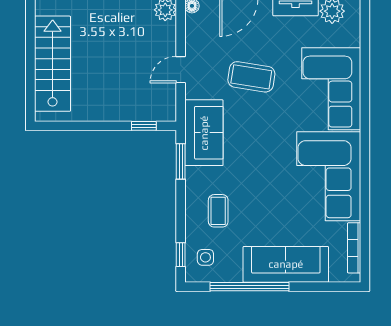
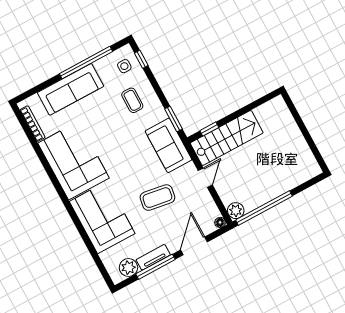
stairs: (53, 64) -> (227, 138), moved, turned -90

